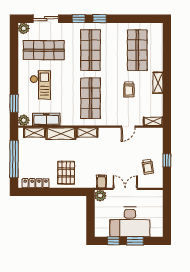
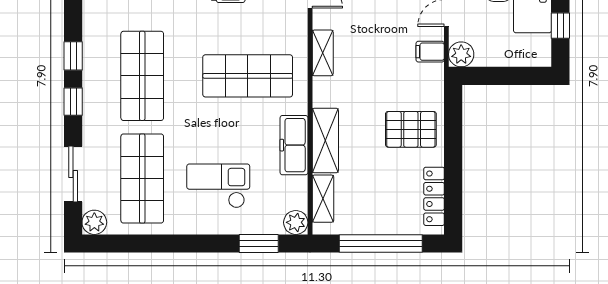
shop shelf: (90, 50) -> (142, 76), turned 90
freezer: (46, 119) -> (294, 145), moved
shelving: (87, 132) -> (323, 53), moved

